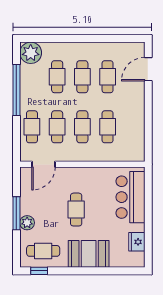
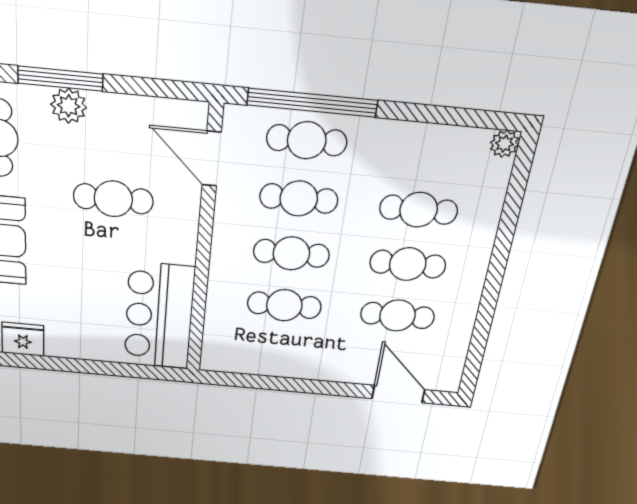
plant: (31, 53) -> (505, 144), width x0.53, depth x0.53
window: (16, 90) -> (312, 103), moved
bar counter: (130, 197) -> (159, 316), moved, turned -90
cafe table: (76, 210) -> (113, 199), moved
window: (16, 213) -> (60, 79), moved

